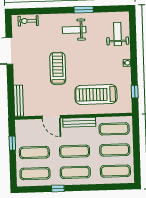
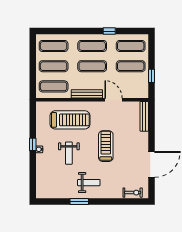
weight bench: (117, 34) -> (69, 153), moved
treadmill: (58, 68) -> (106, 146), turned 180
window: (135, 92) -> (33, 144), moved

